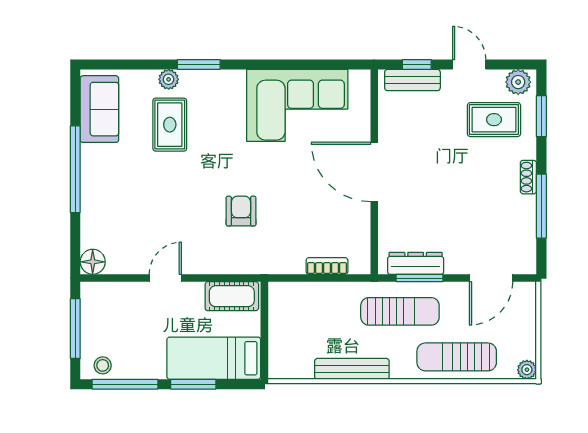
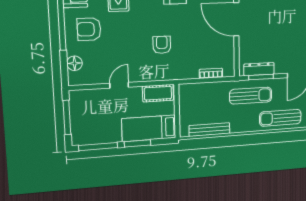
armchair: (119, 179) -> (89, 29), added
floor lamp: (93, 262) -> (74, 63), moved
stool: (103, 365) -> (84, 137), removed
bench: (352, 369) -> (209, 130), moved

